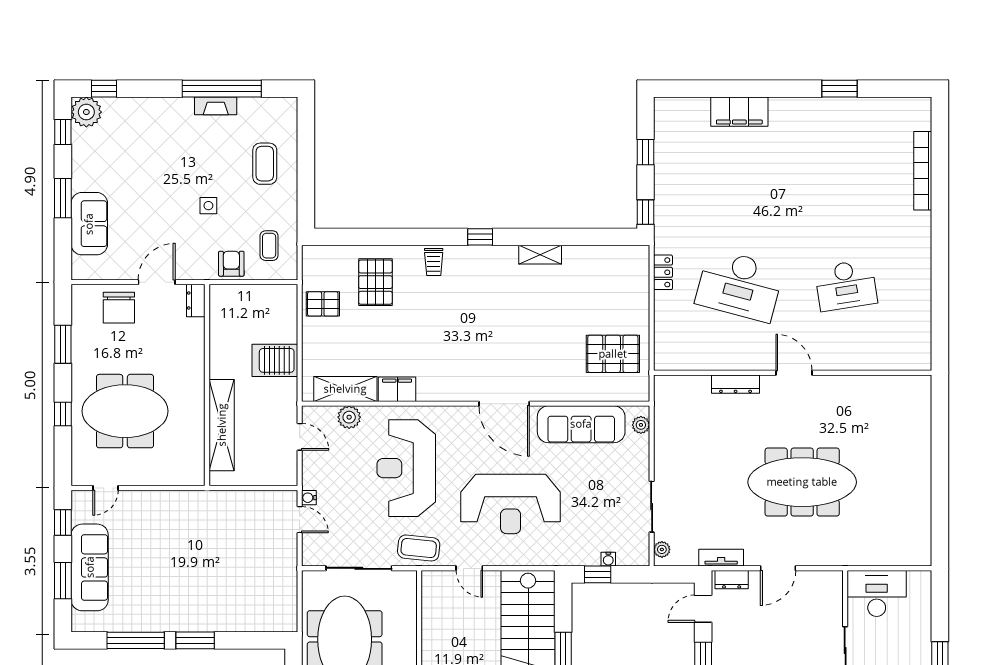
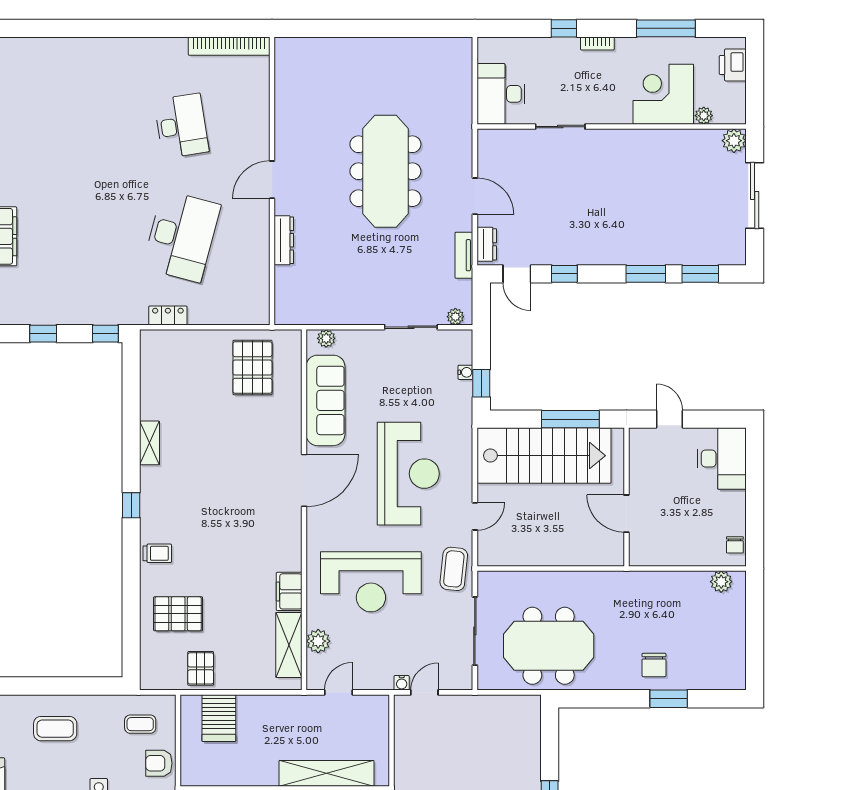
bookcase: (923, 171) -> (229, 46), moved
server rack: (275, 360) -> (219, 718), moved

